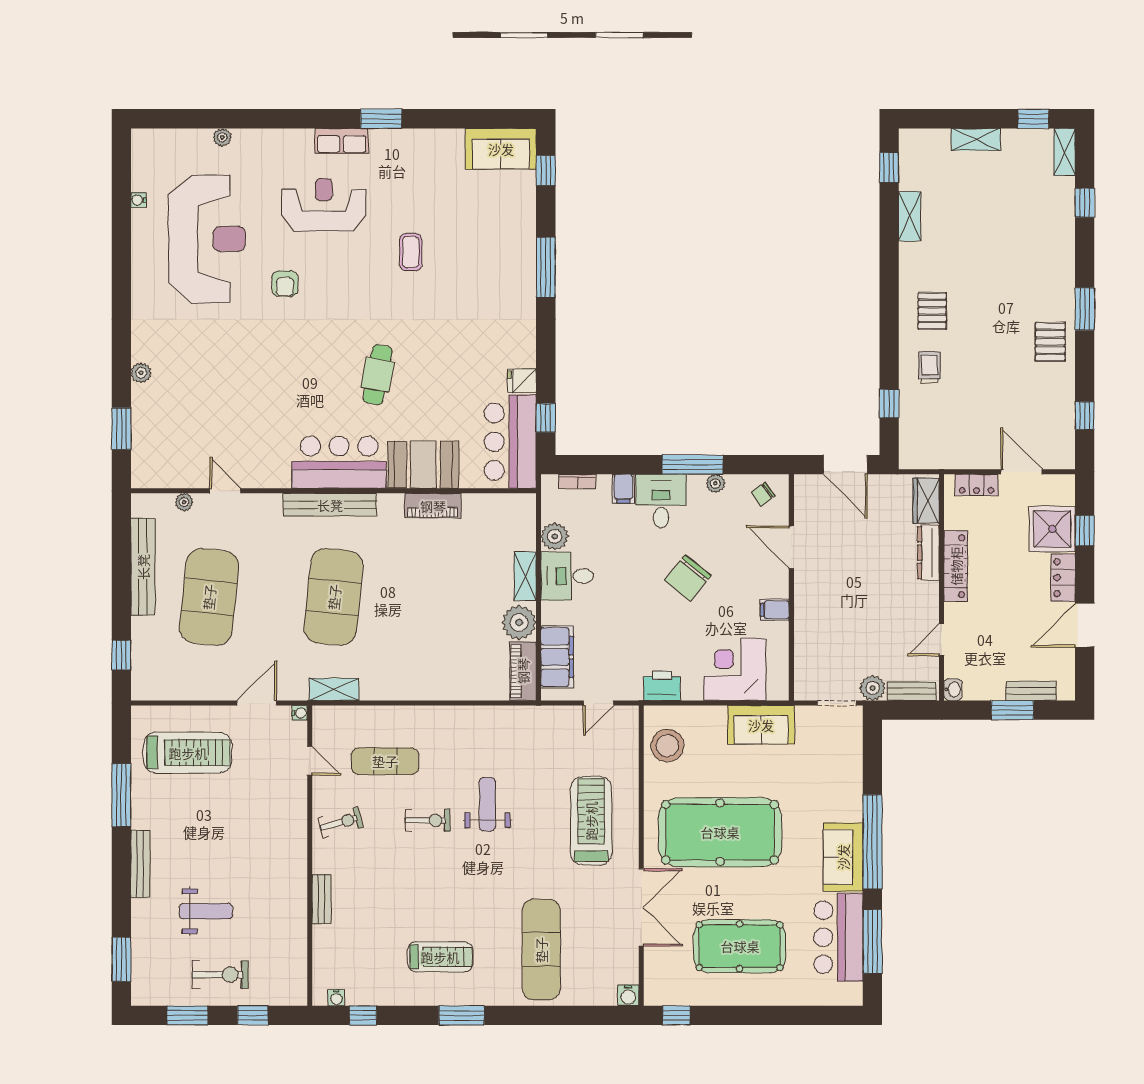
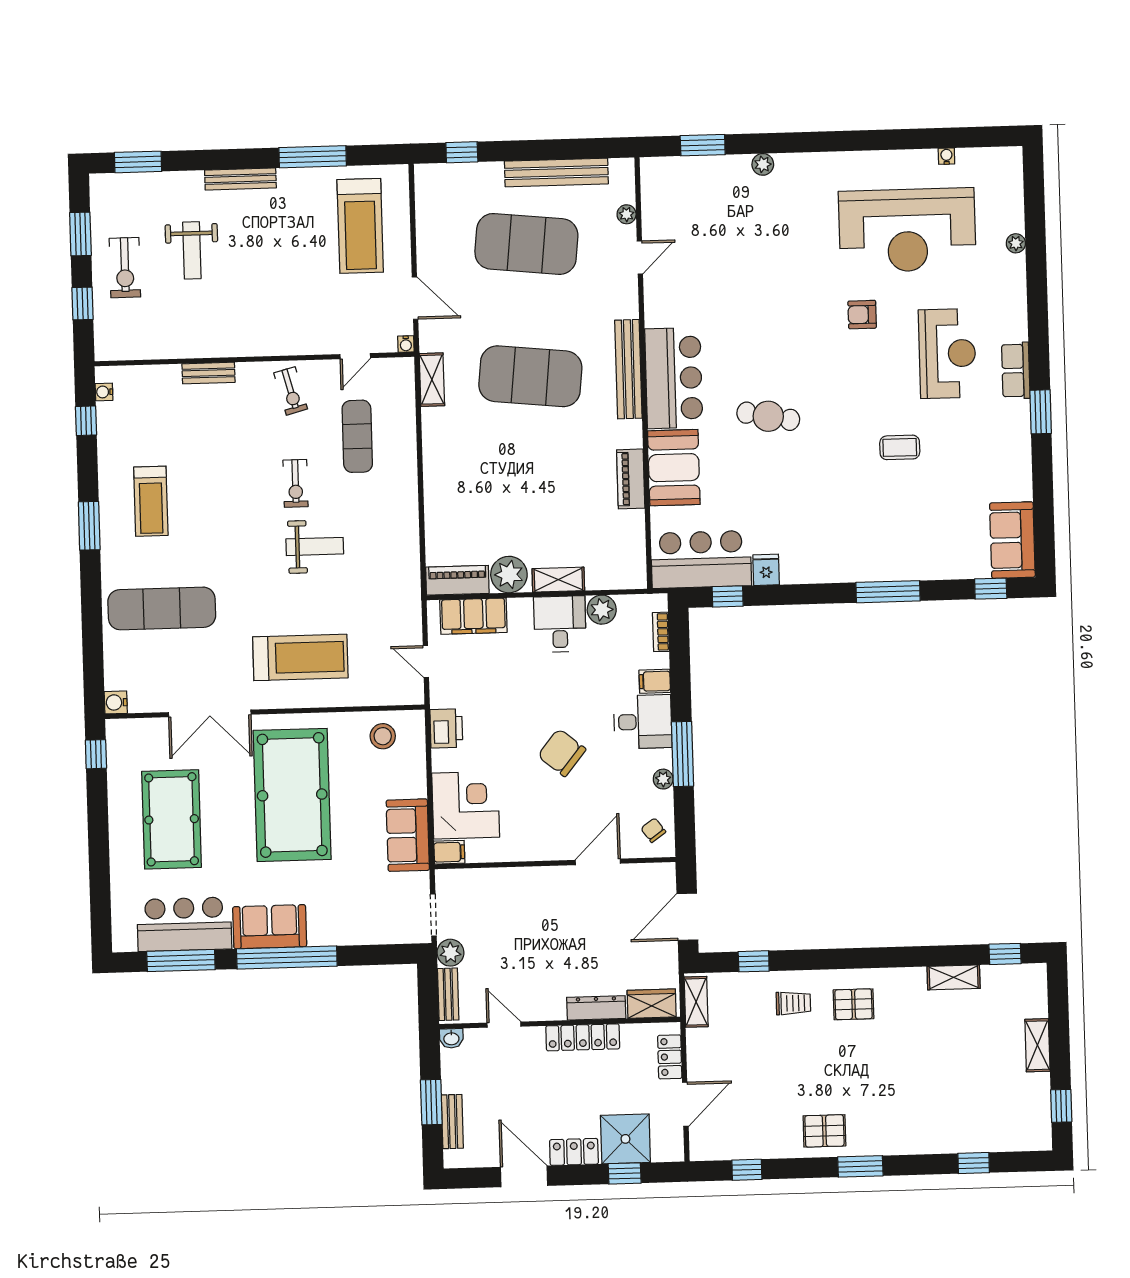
shelving: (1065, 152) -> (696, 1002), moved, turned 90
filing cabinet: (775, 610) -> (449, 852), moved, turned 90
stool: (667, 746) -> (383, 736), width x0.73, depth x0.73

